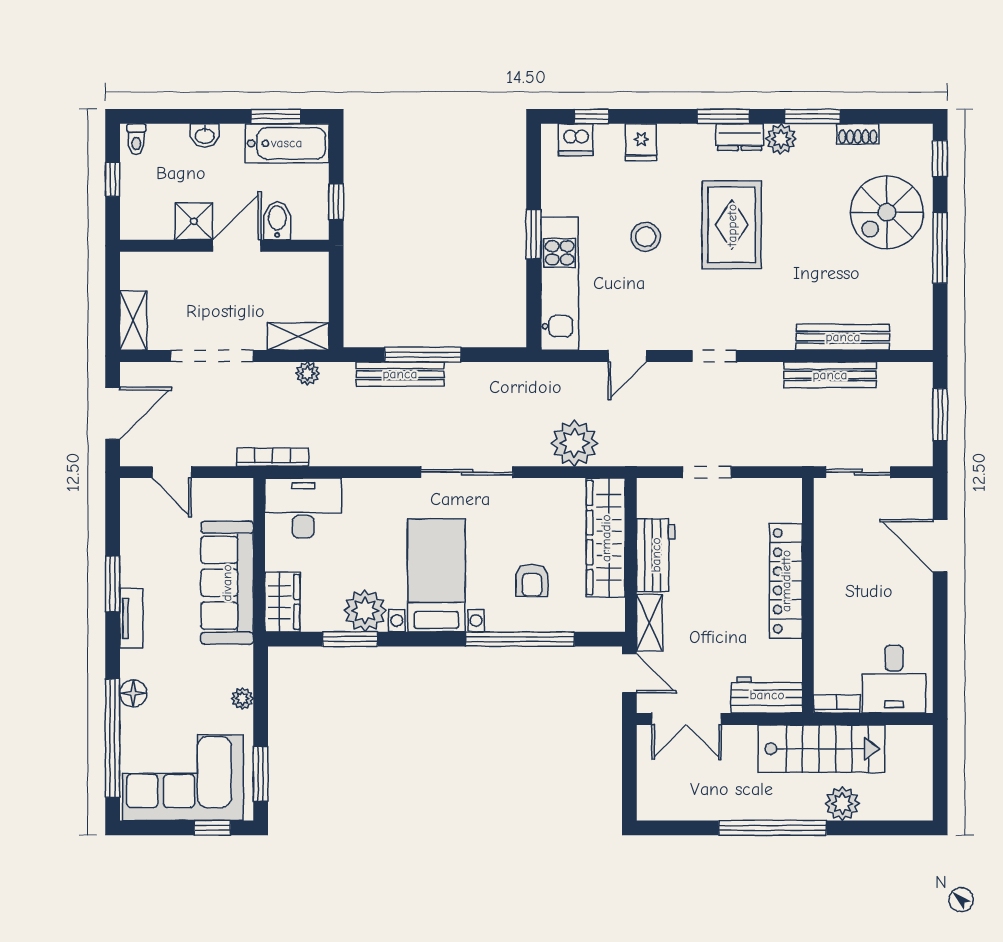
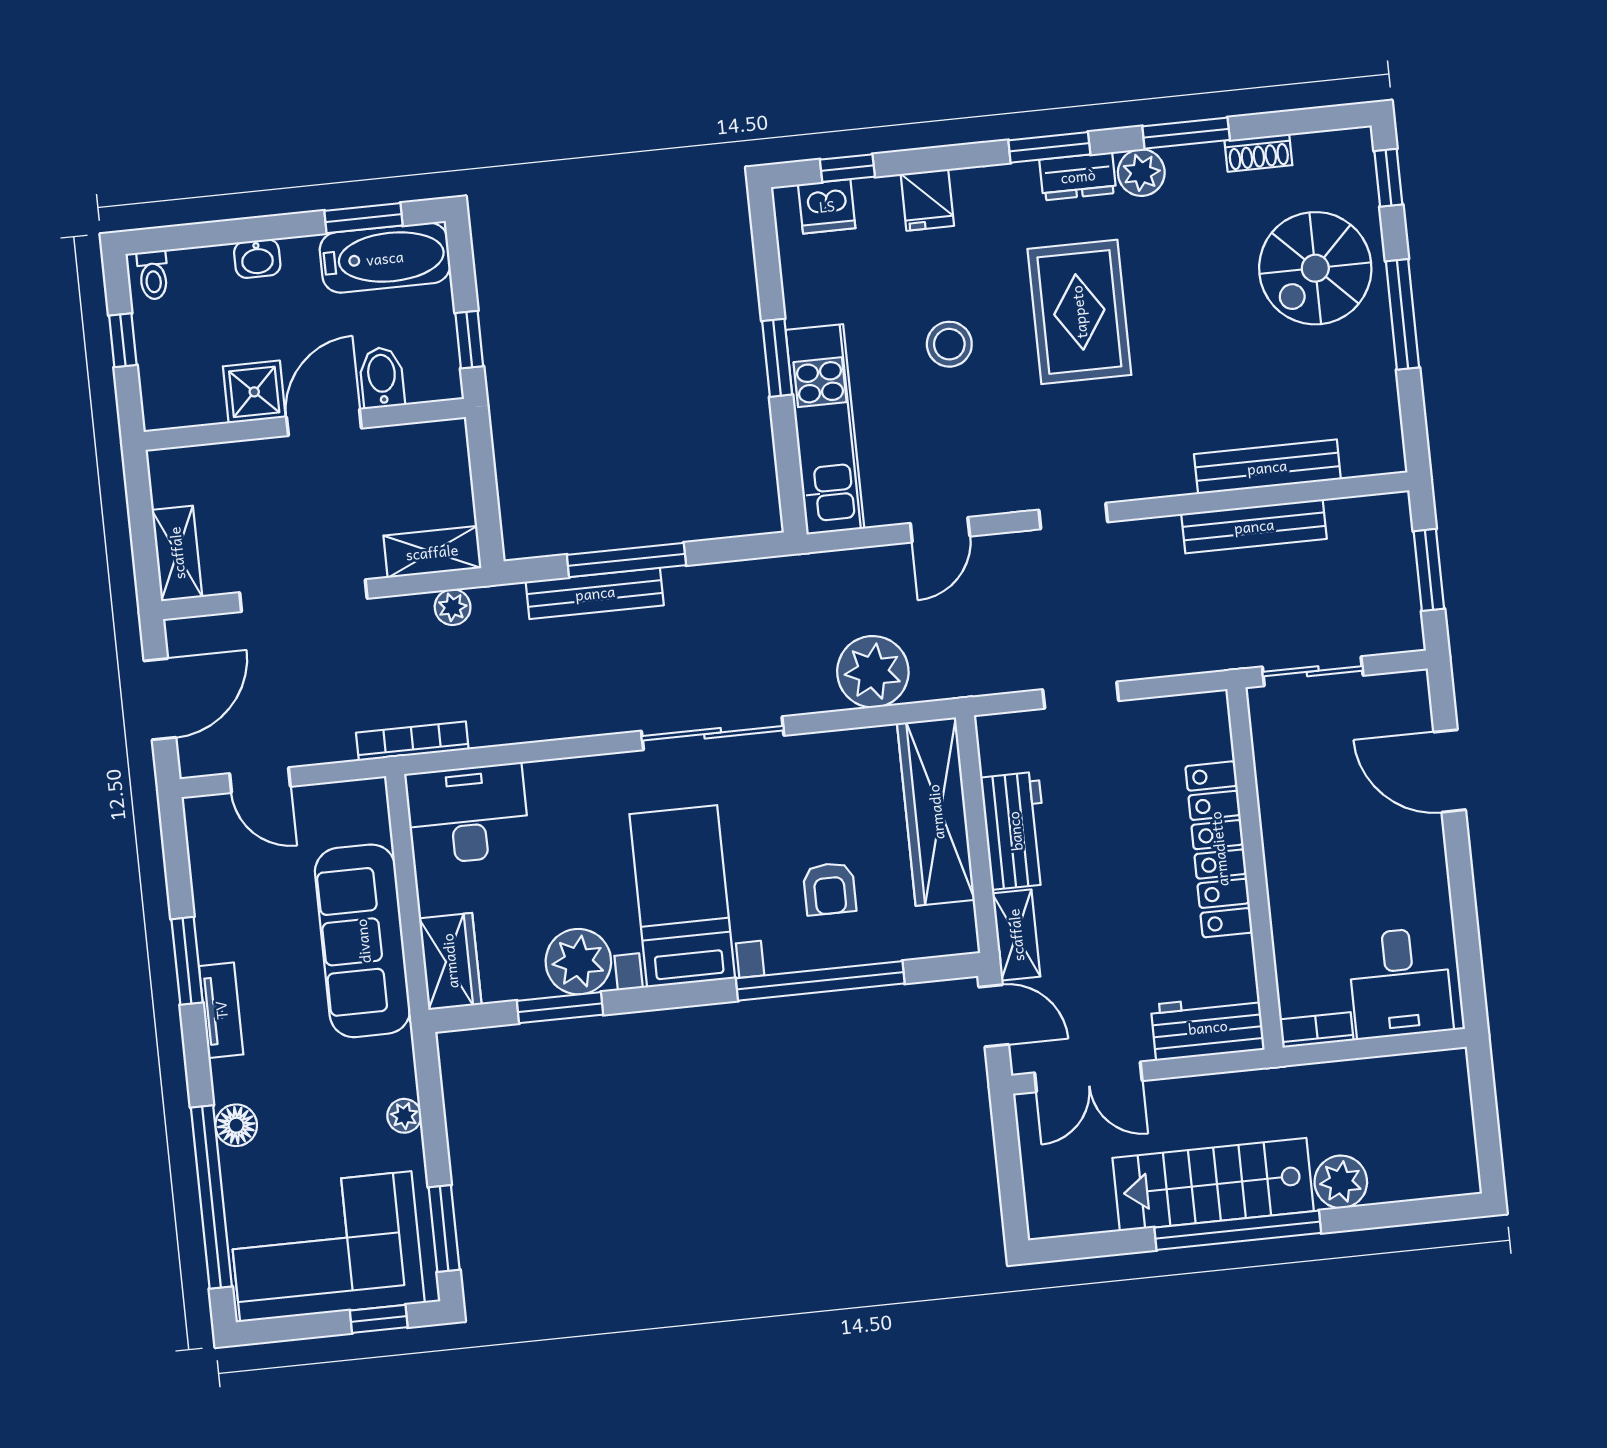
stairs: (821, 749) -> (1213, 1184), moved, turned 180

